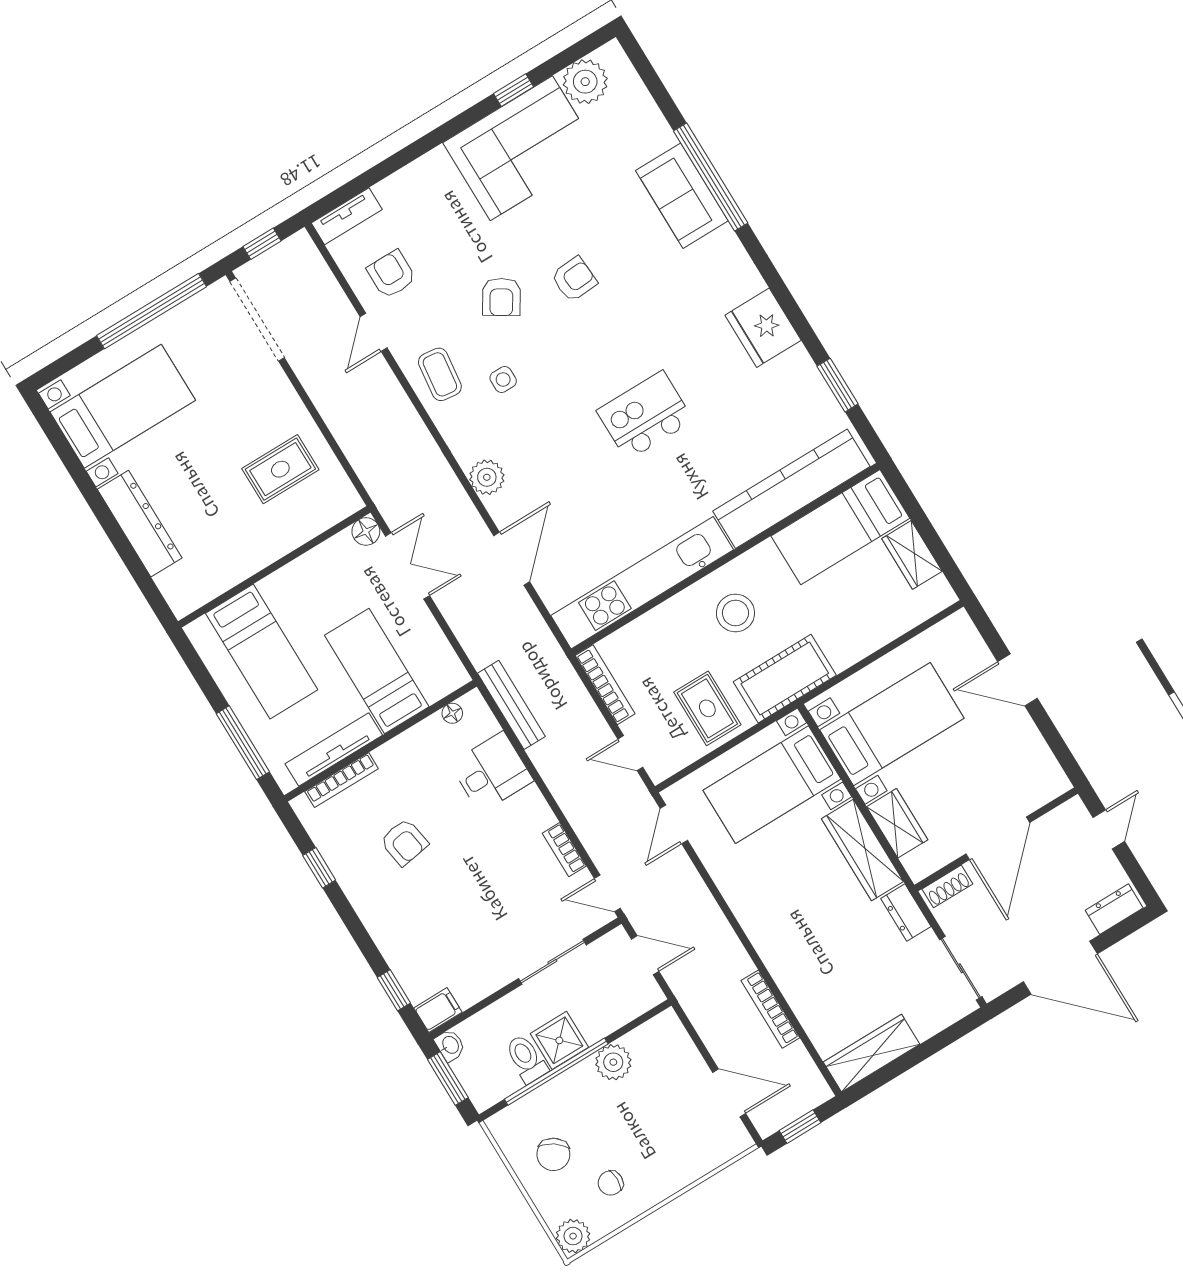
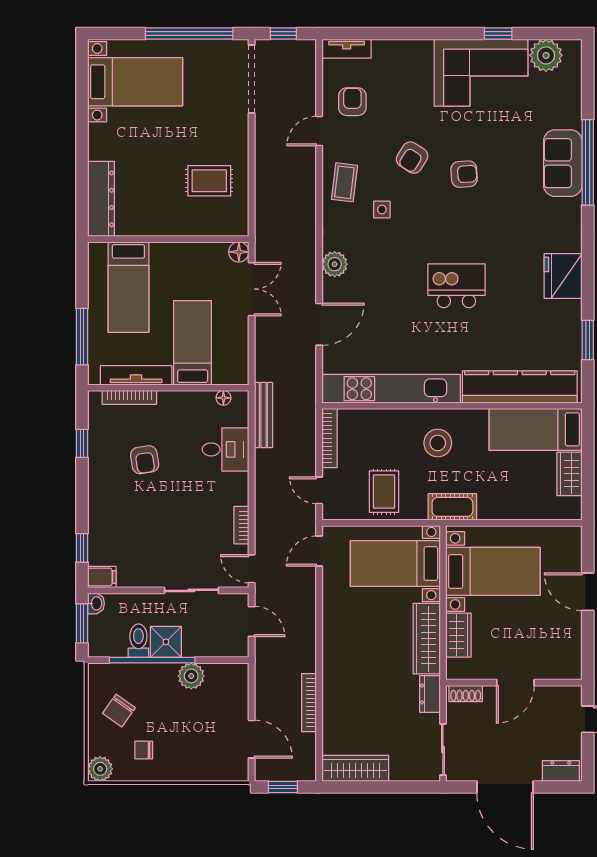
dresser: (140, 524) -> (101, 199), moved
cot: (785, 679) -> (452, 507), width x0.73, depth x0.75
door: (998, 838) -> (515, 683), width x0.73

